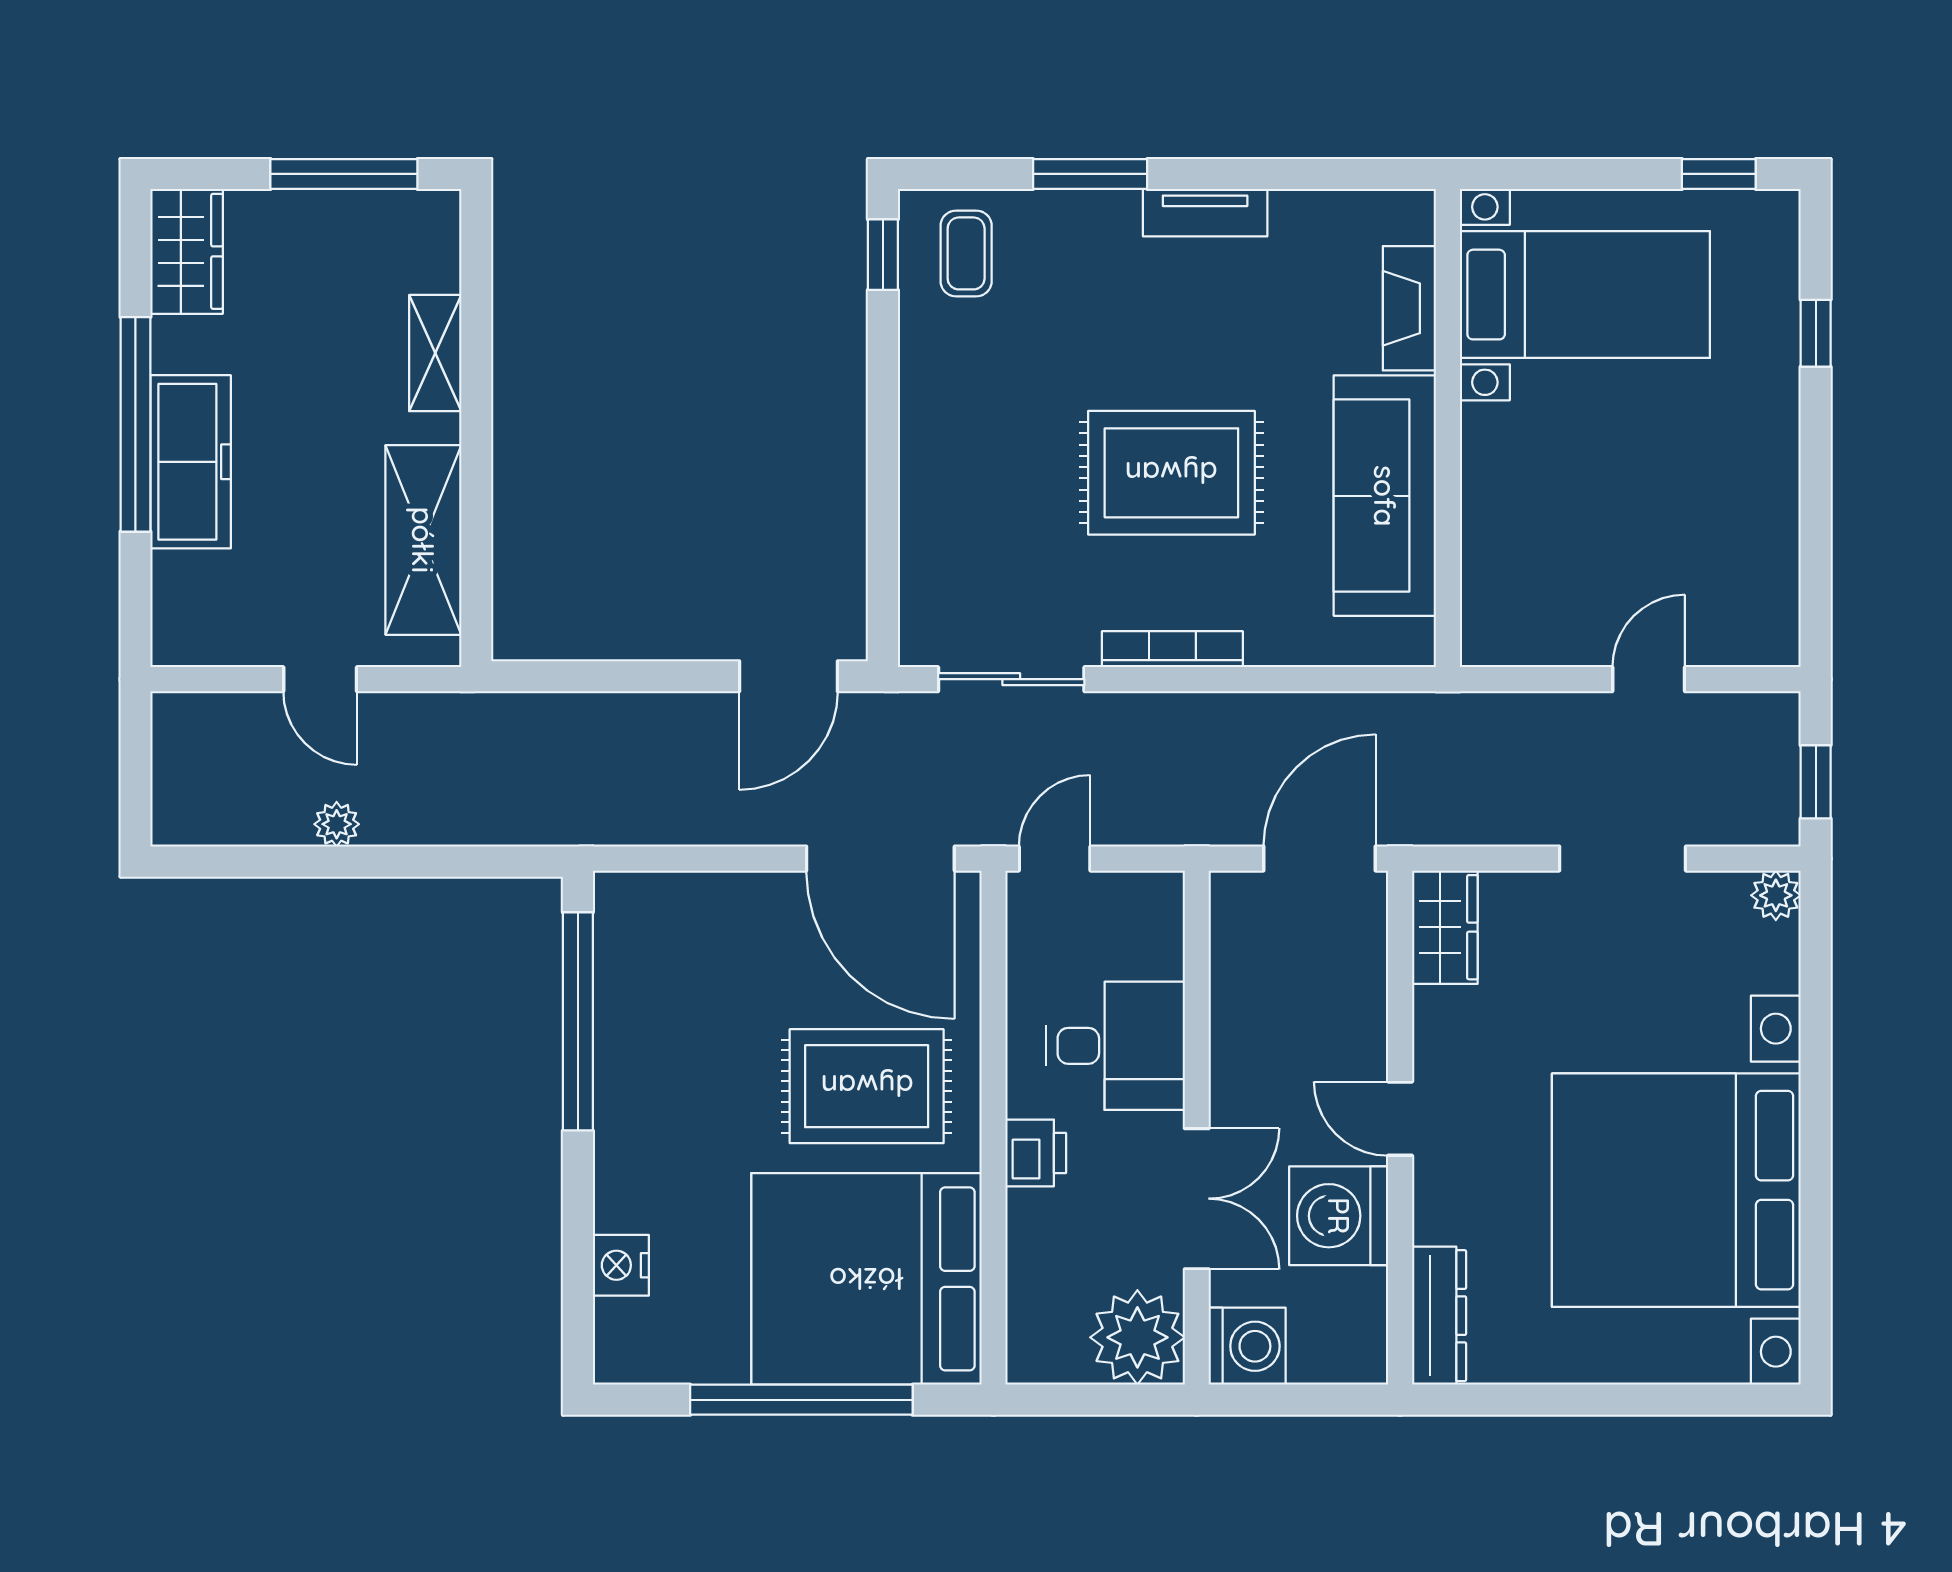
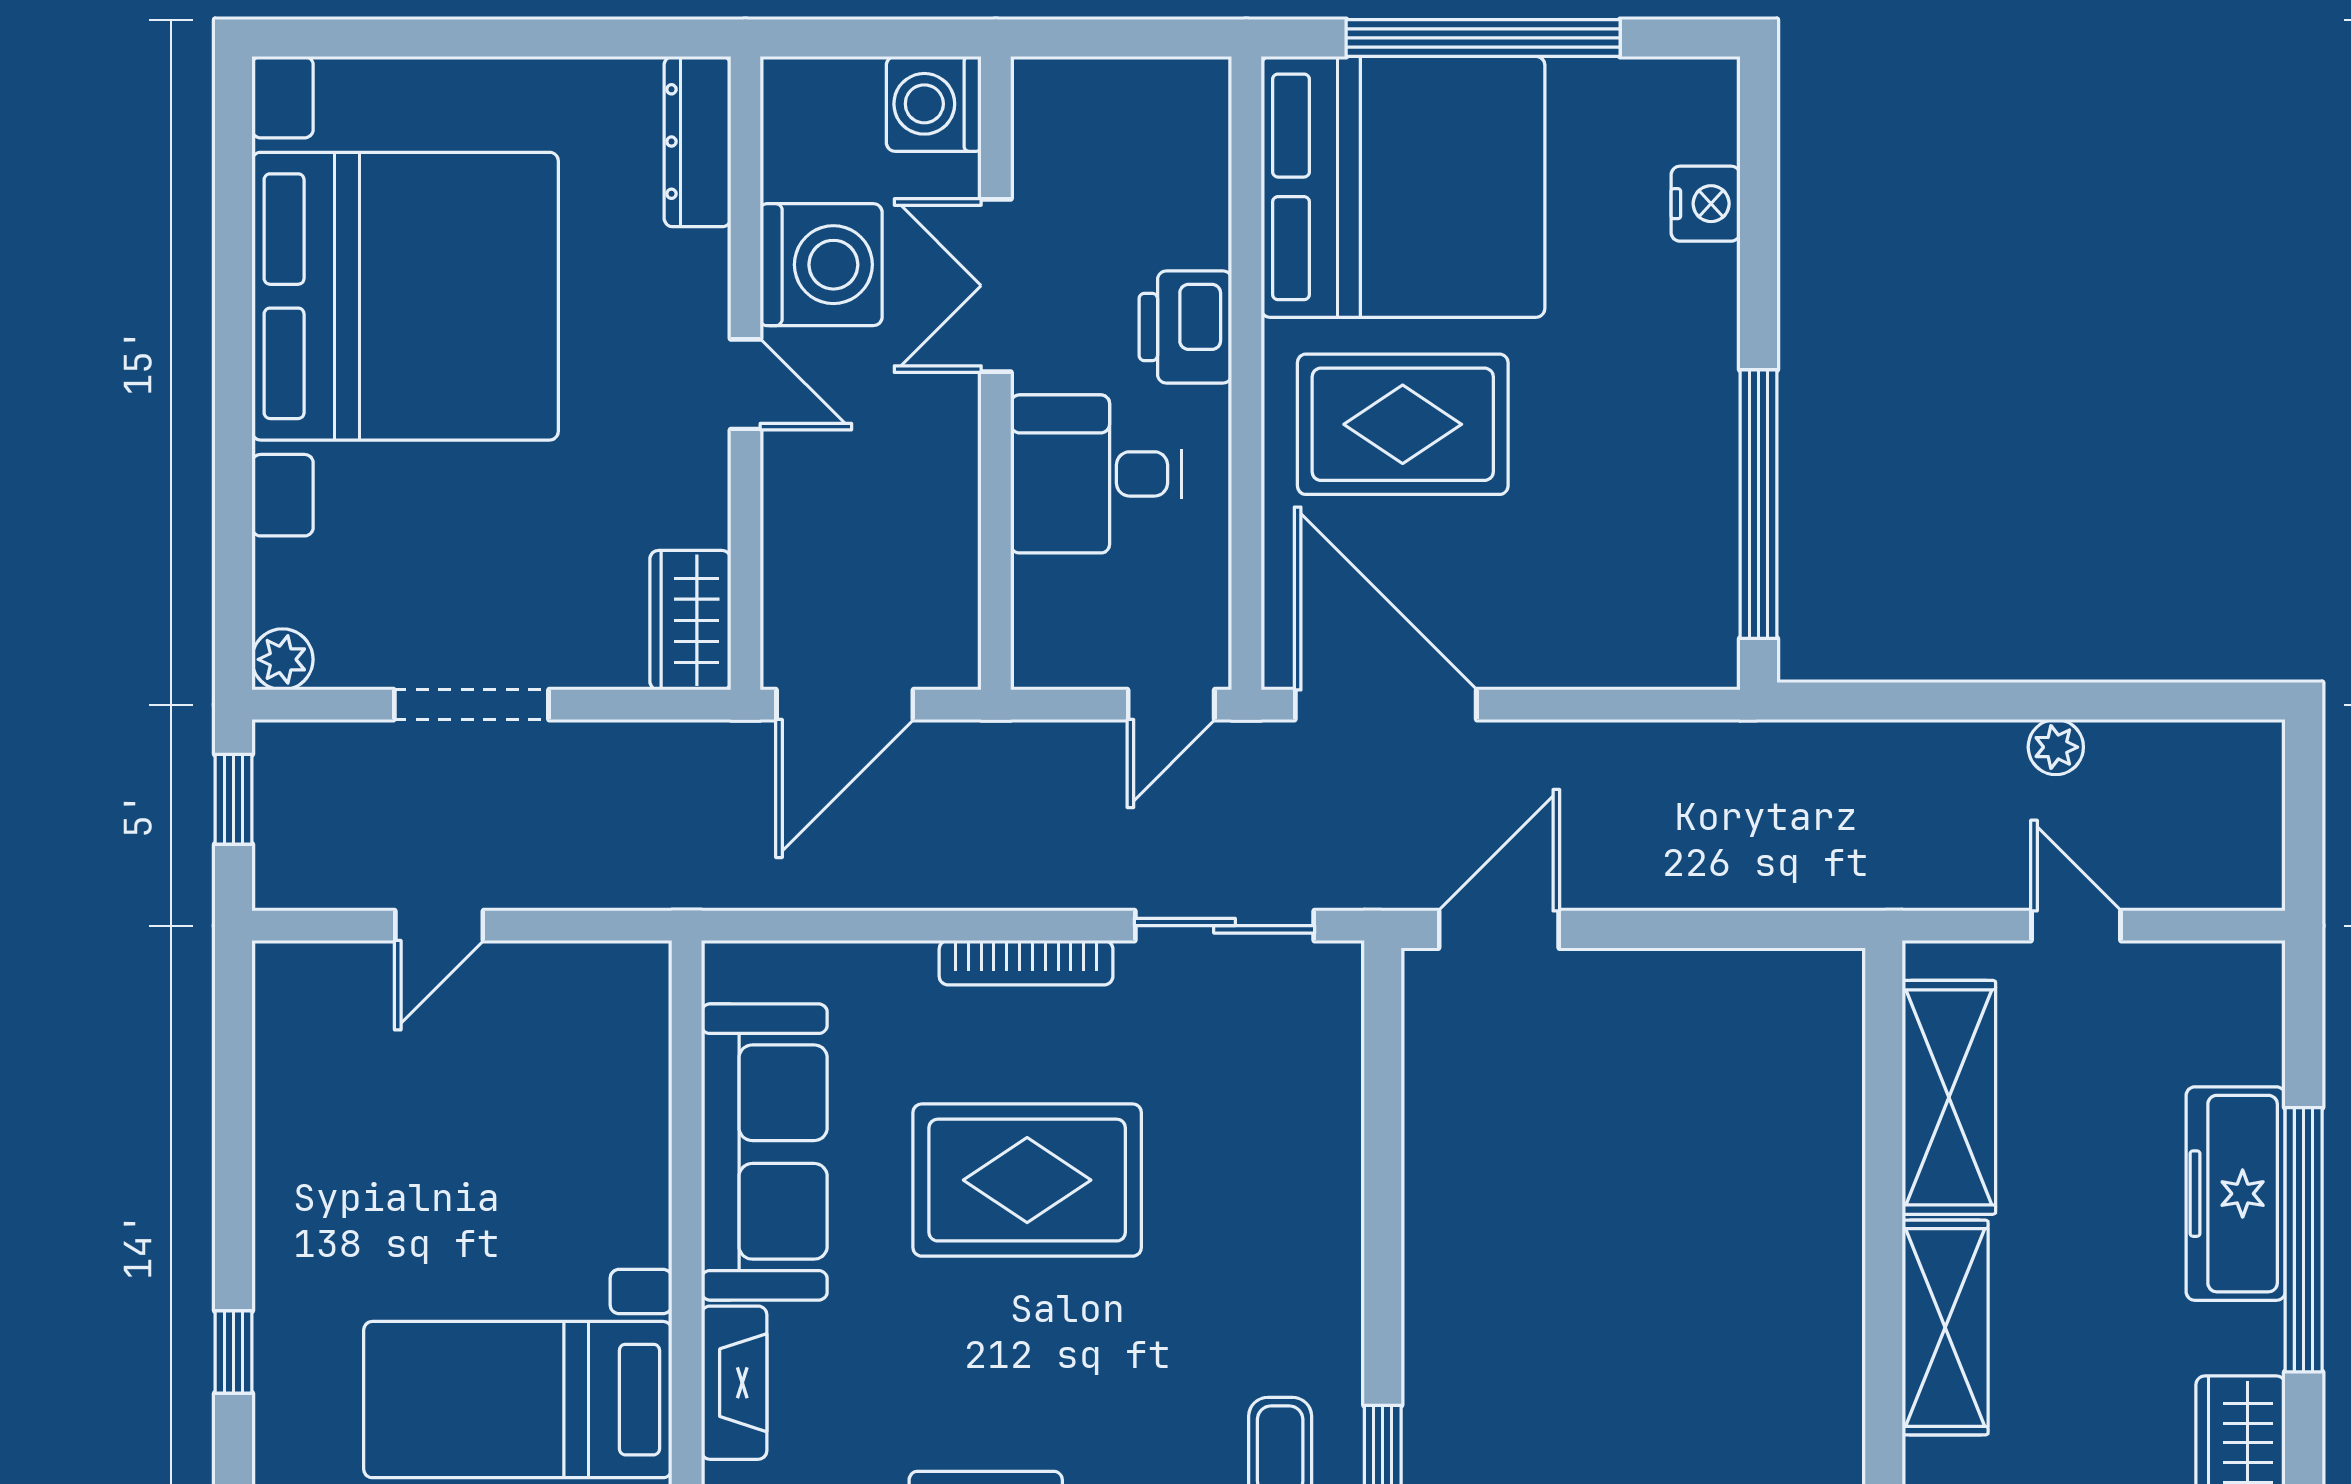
shelving: (435, 353) -> (1945, 1328), width x1.50, depth x1.33
printer: (1036, 1153) -> (1185, 327), width x1.36, depth x1.24
plant: (1137, 1337) -> (1069, 115), removed

